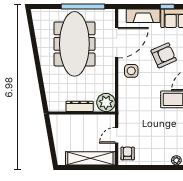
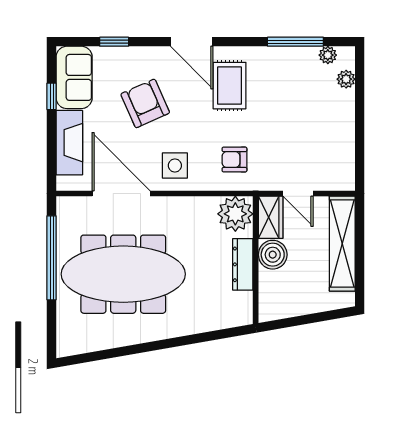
wardrobe: (104, 121) -> (271, 217), added
boiler: (85, 122) -> (273, 255), added
armchair: (128, 153) -> (234, 160), moved

